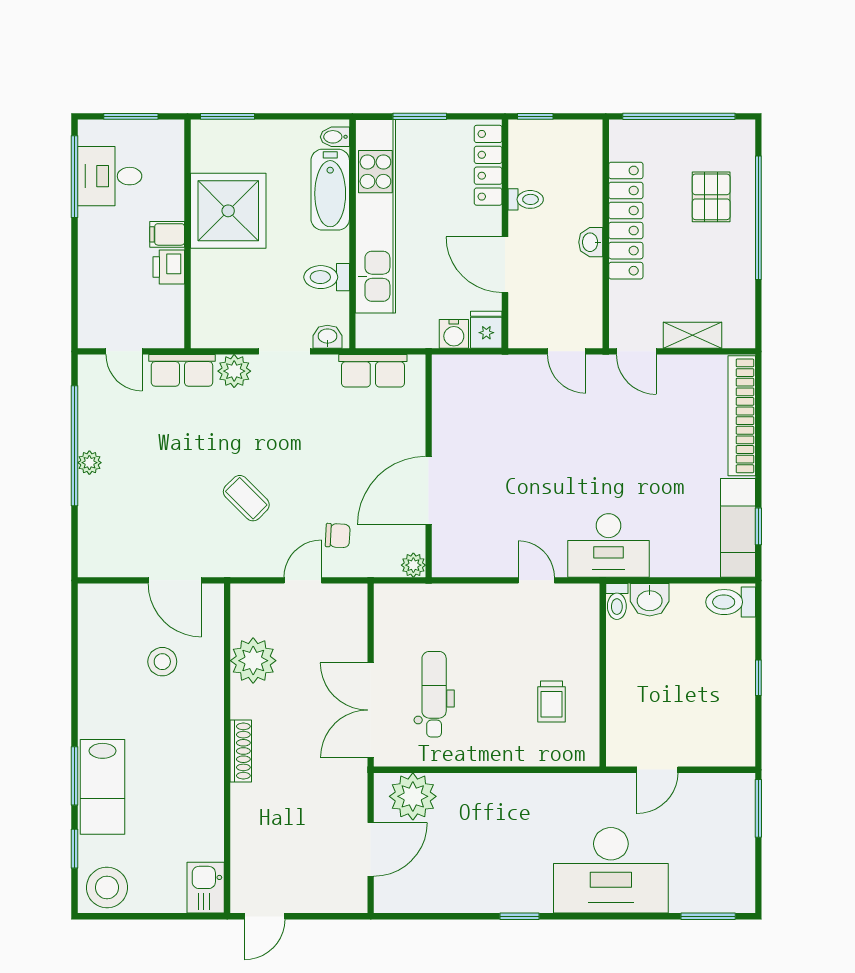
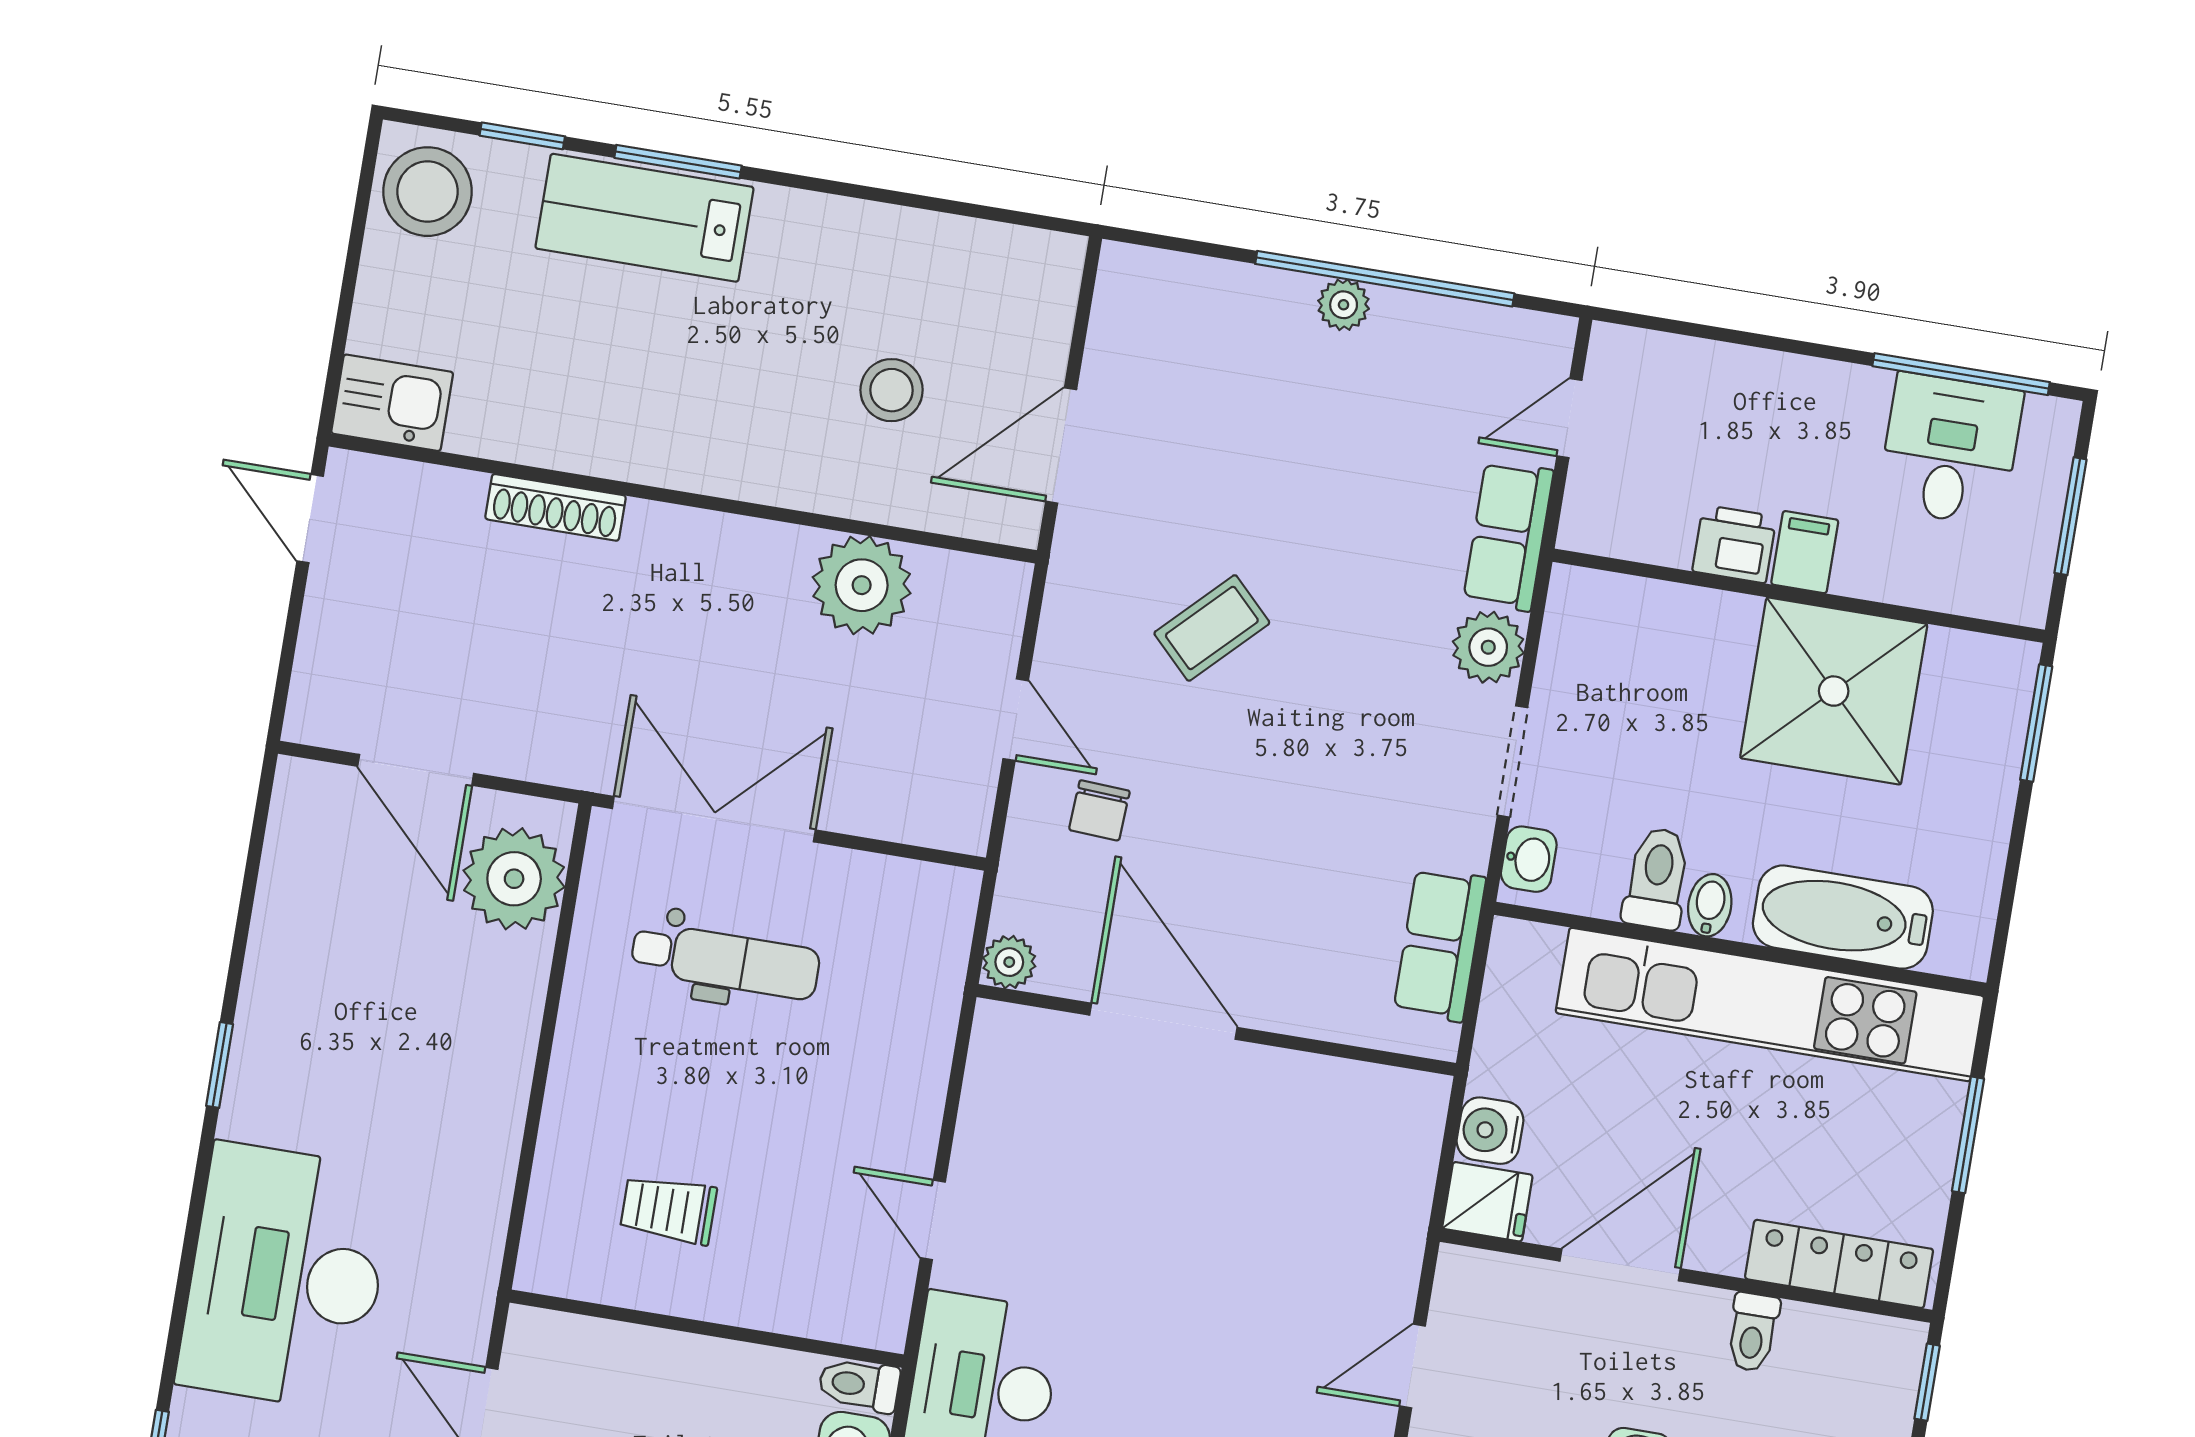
bidet: (335, 137) -> (1710, 905), moved
door: (536, 580) -> (933, 1220), swing flipped
shoe rack: (241, 751) -> (555, 507), moved

